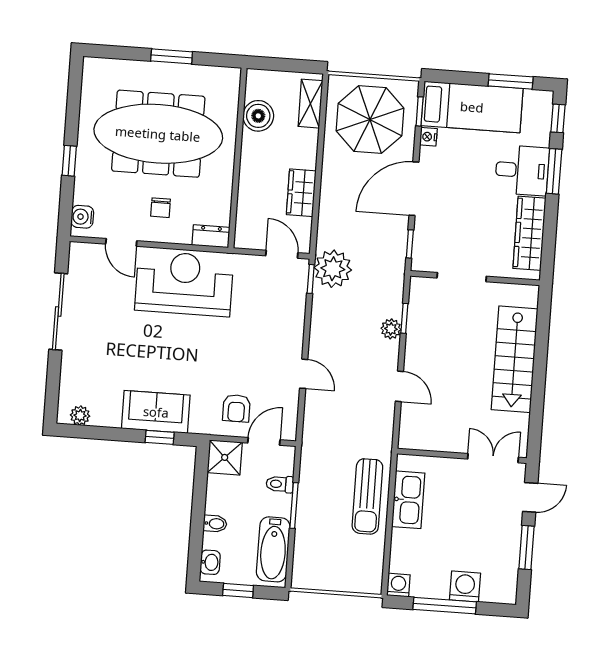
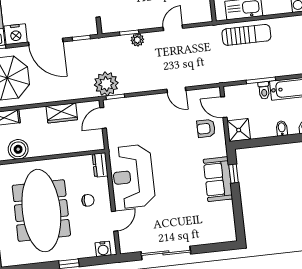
nightstand: (428, 137) -> (16, 34), width x1.89, depth x1.79
door: (304, 374) -> (176, 90), swing flipped
armchair: (236, 408) -> (206, 128), turned 180
plant: (80, 416) -> (229, 227), removed
toilet: (280, 484) -> (264, 90), moved

